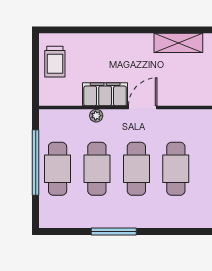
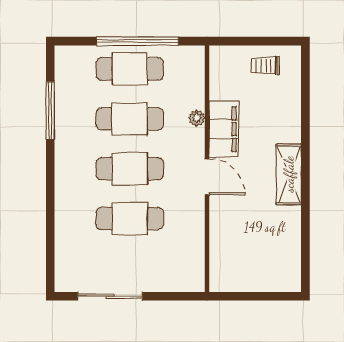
shelving: (178, 43) -> (289, 174), moved
trolley: (55, 62) -> (265, 66), width x0.73, depth x0.72
window: (114, 232) -> (50, 111), moved

